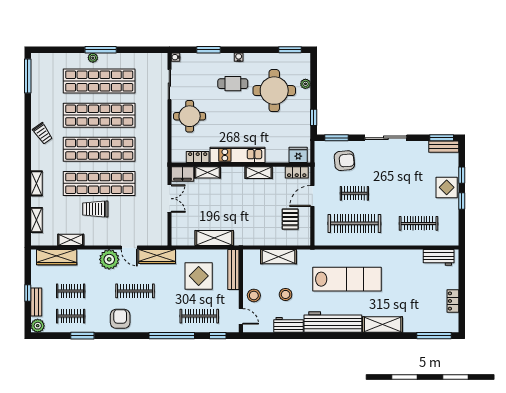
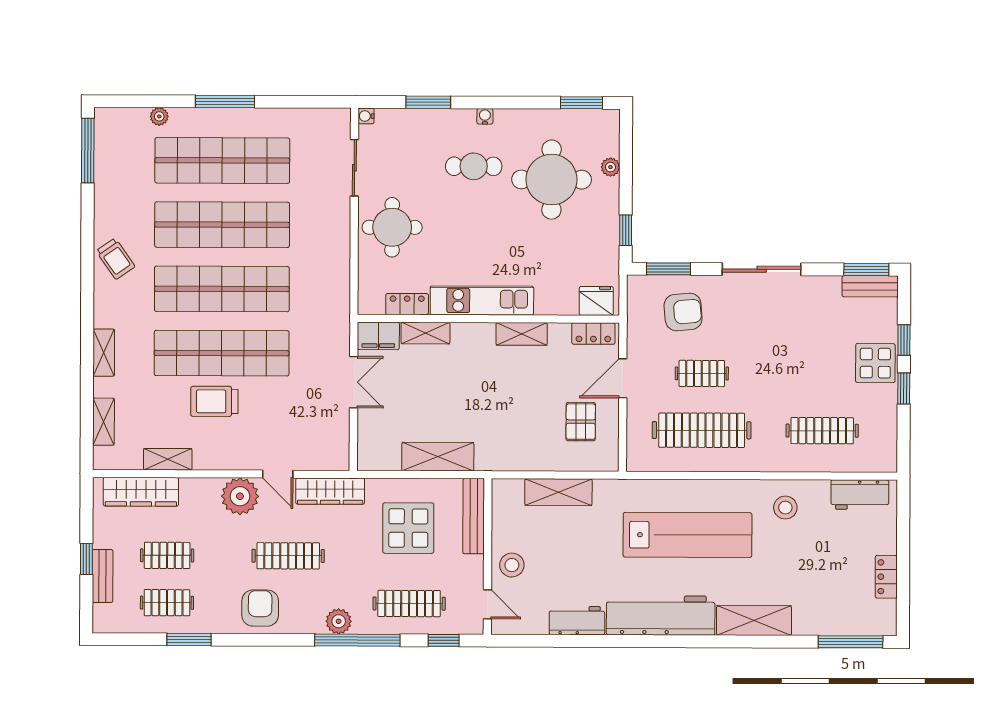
plant: (93, 58) -> (159, 116), moved
stool: (286, 294) -> (785, 508), moved
plant: (38, 326) -> (339, 621), moved

